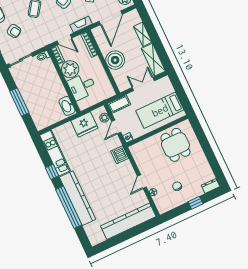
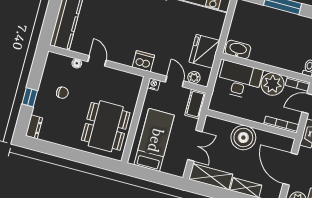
desk: (82, 86) -> (240, 80), width x1.37
dining table: (175, 145) -> (106, 126), width x1.37

